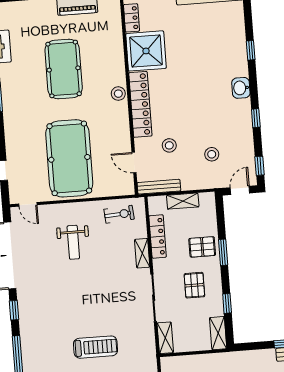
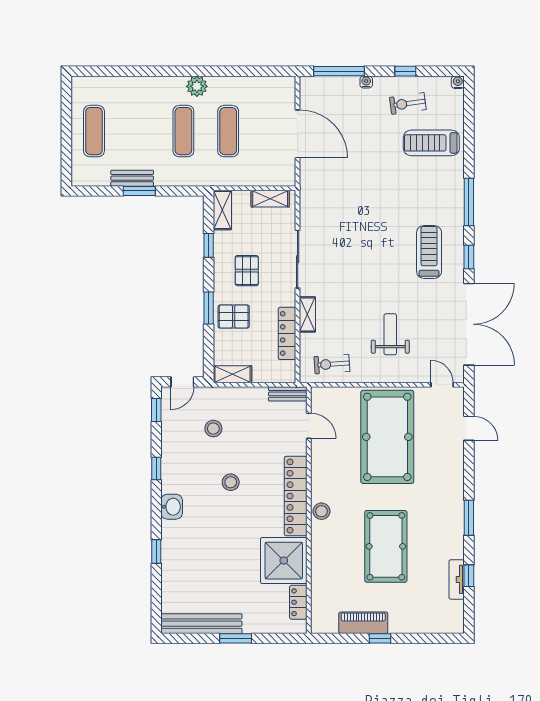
stool: (169, 145) -> (231, 482), moved
bench: (159, 187) -> (288, 394), width x0.73
shelving: (183, 201) -> (232, 374), moved
shelving: (165, 338) -> (270, 199), moved, turned 90
treadmill: (96, 347) -> (429, 252), moved, turned 90

